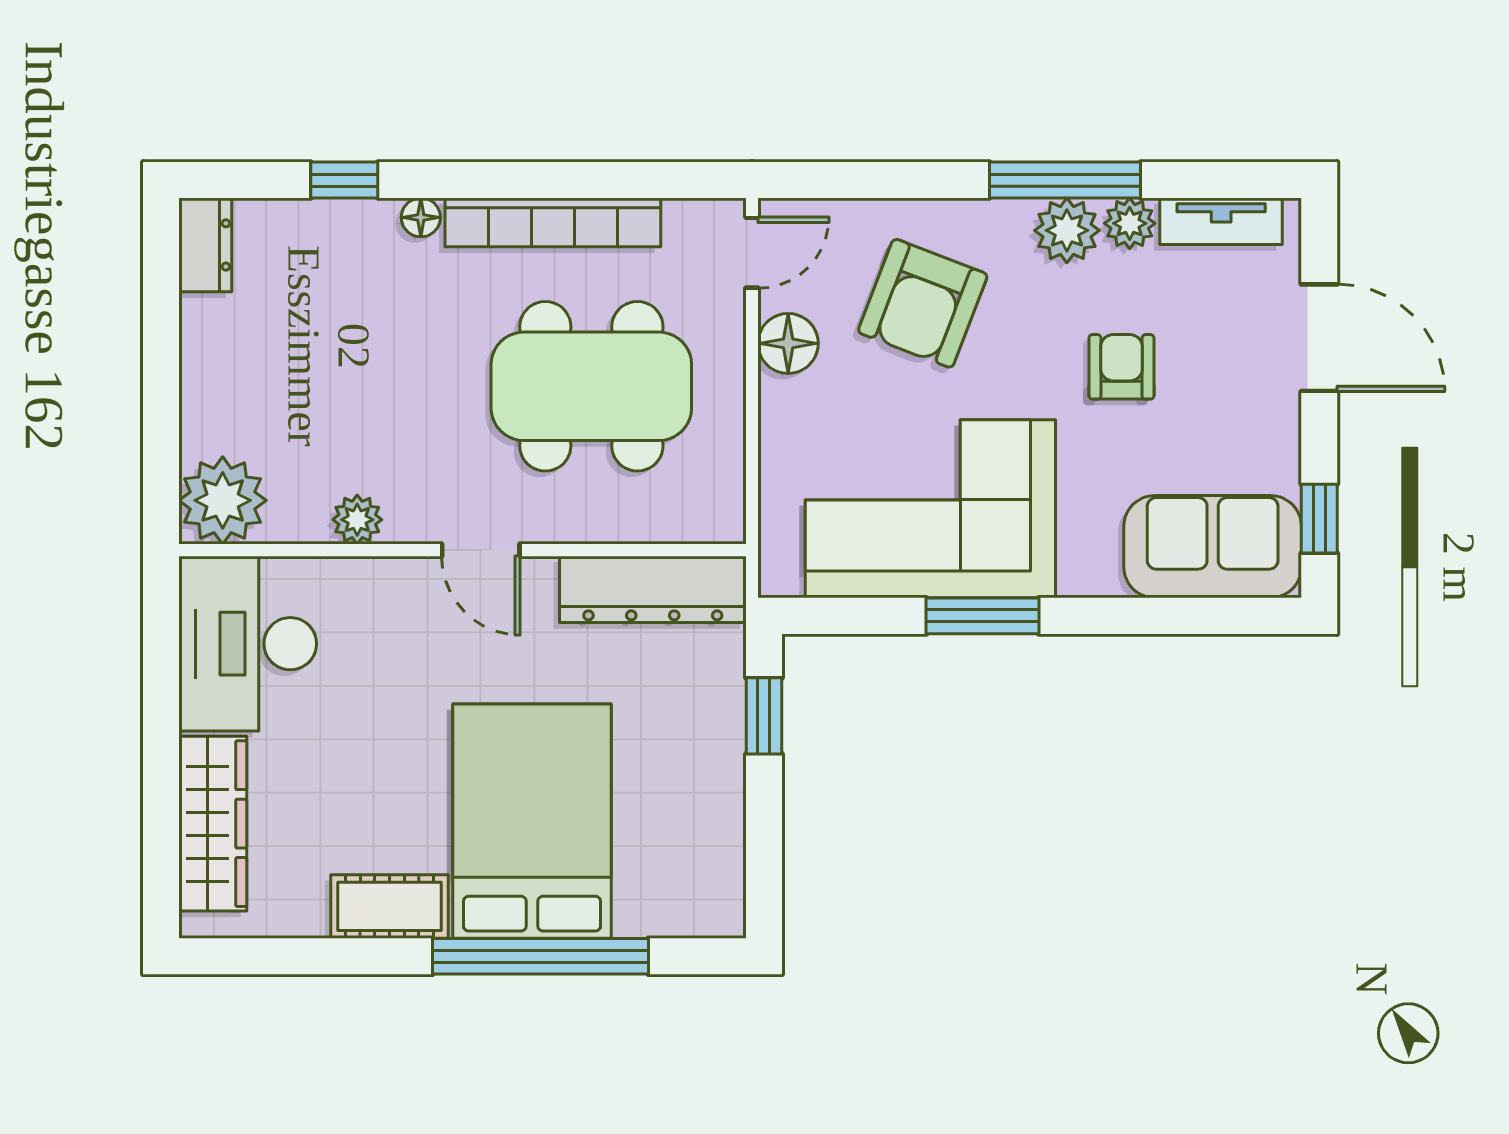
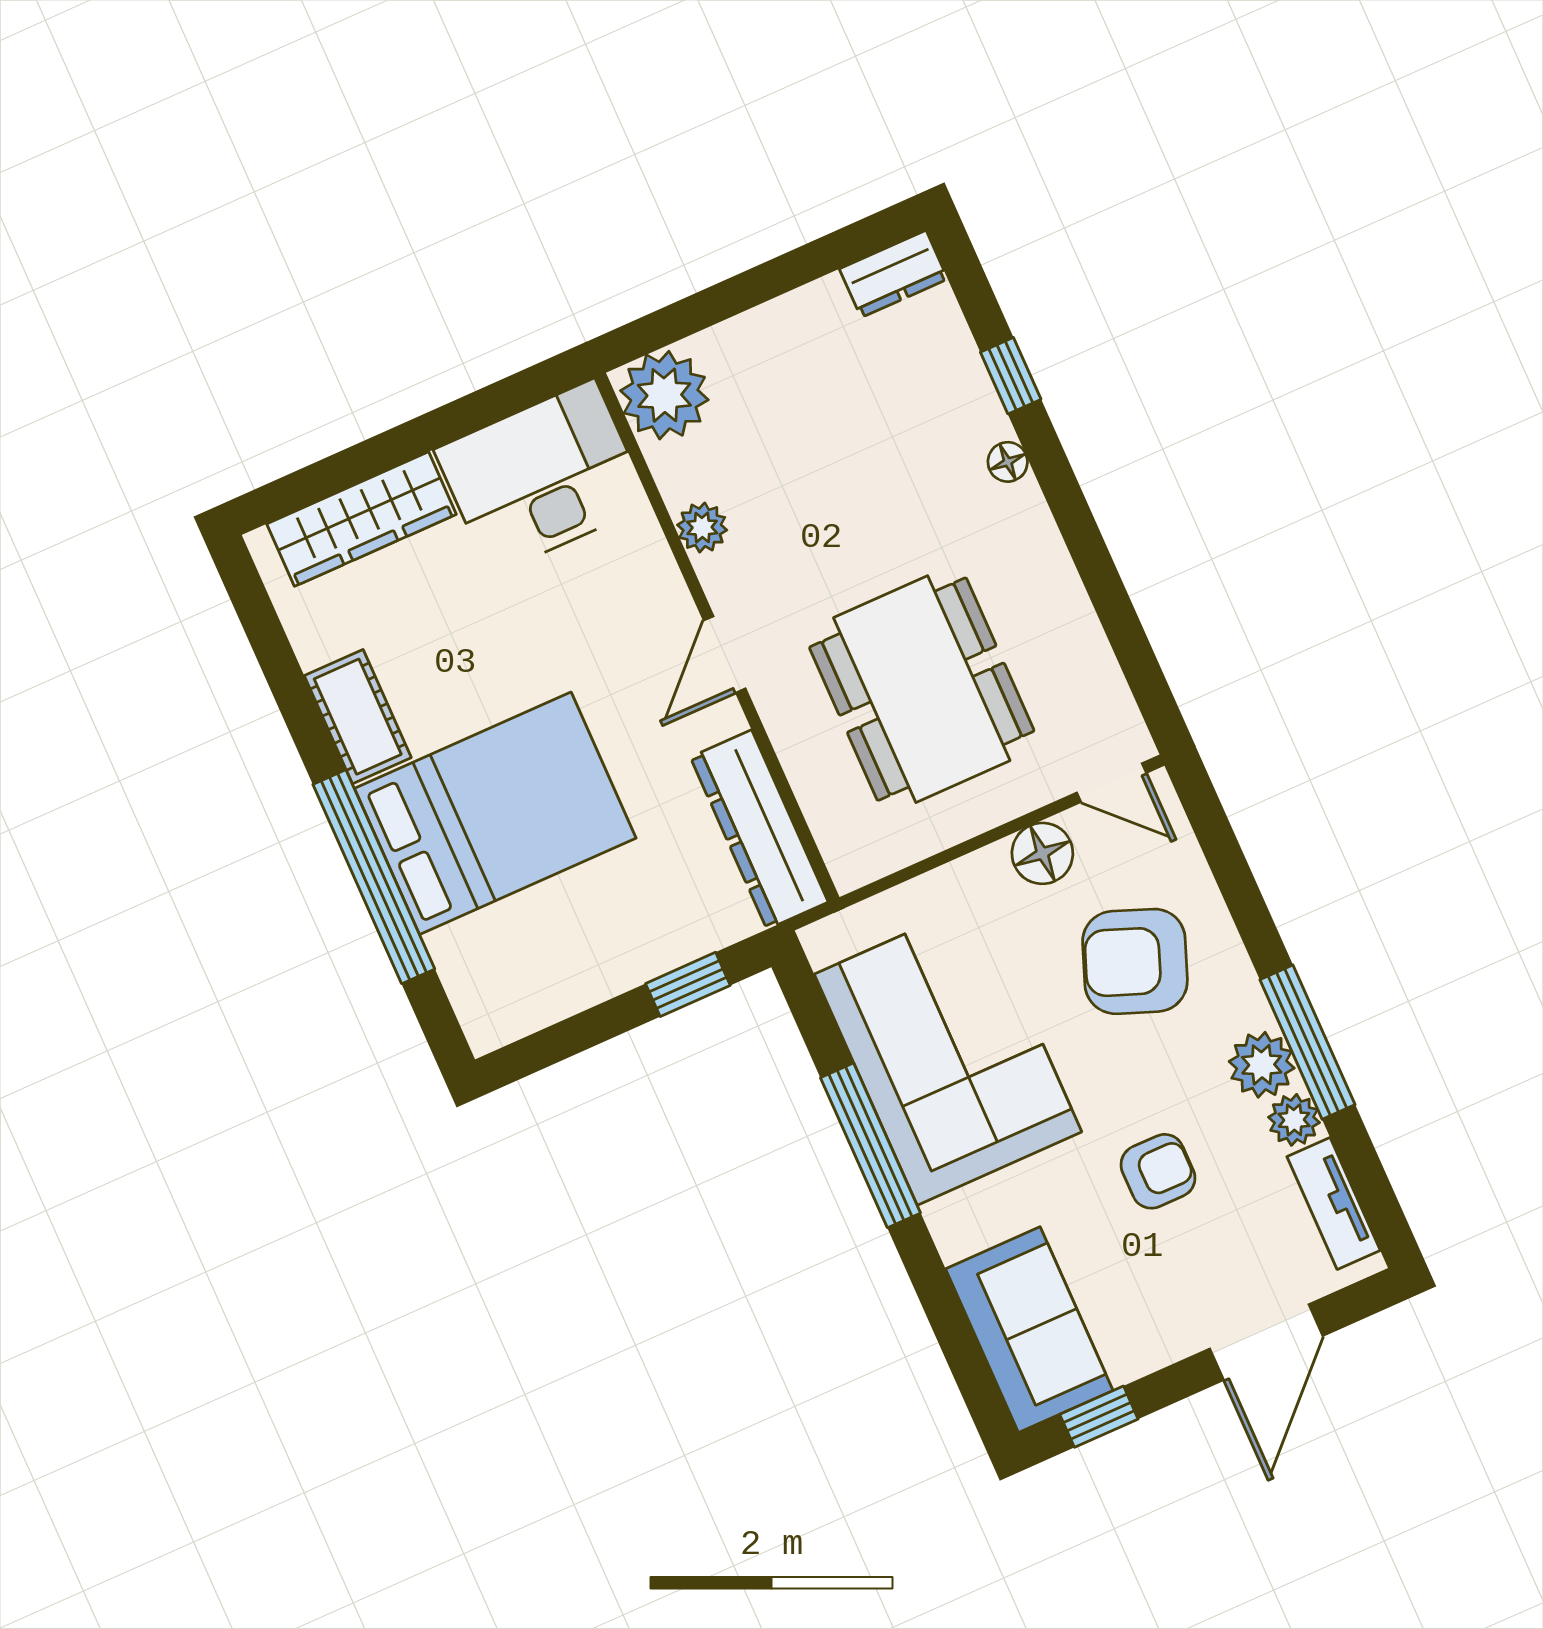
bookcase: (553, 222) -> (1057, 586), removed
window: (982, 616) -> (870, 1145), width x1.44

